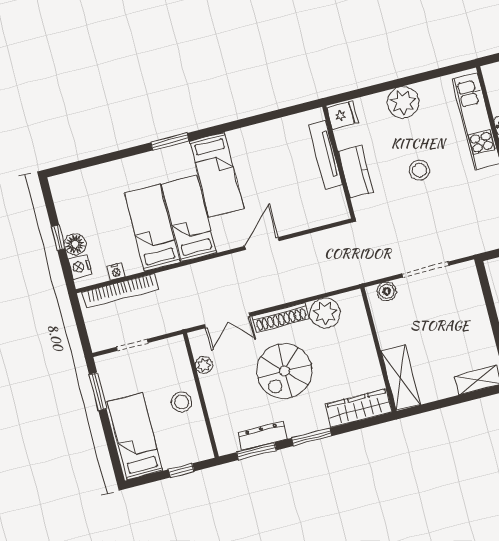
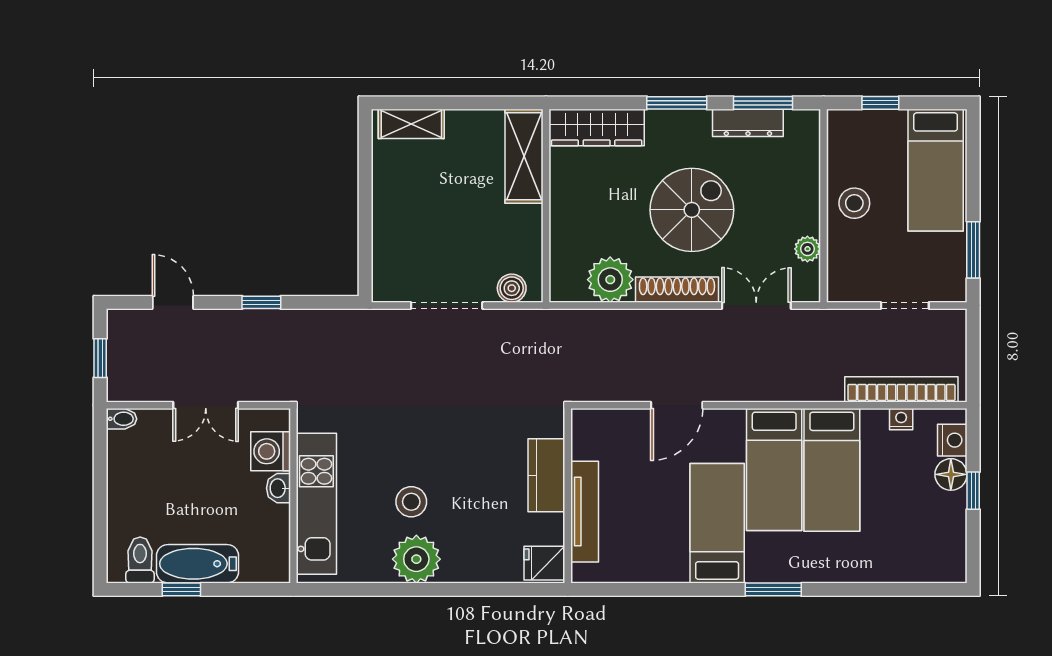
fridge: (343, 115) -> (544, 563), moved
tv unit: (325, 155) -> (585, 512), moved
wall: (339, 162) -> (568, 496), moved
stool: (419, 170) -> (411, 502), moved
kitchen counter: (356, 172) -> (546, 475), moved

